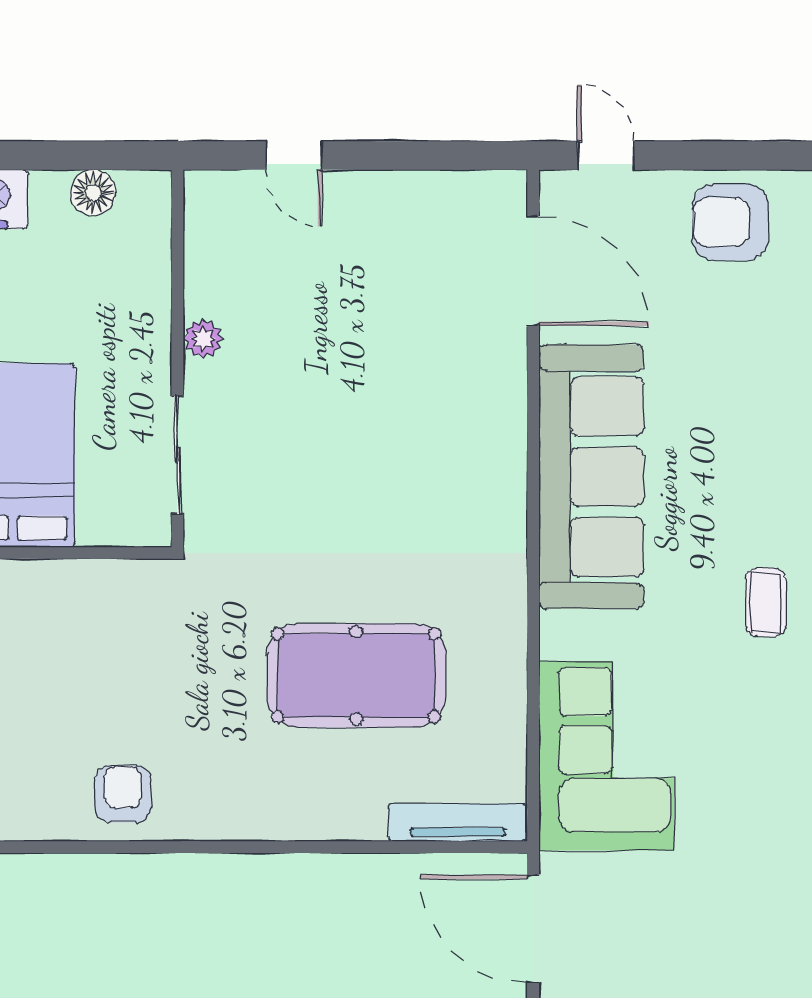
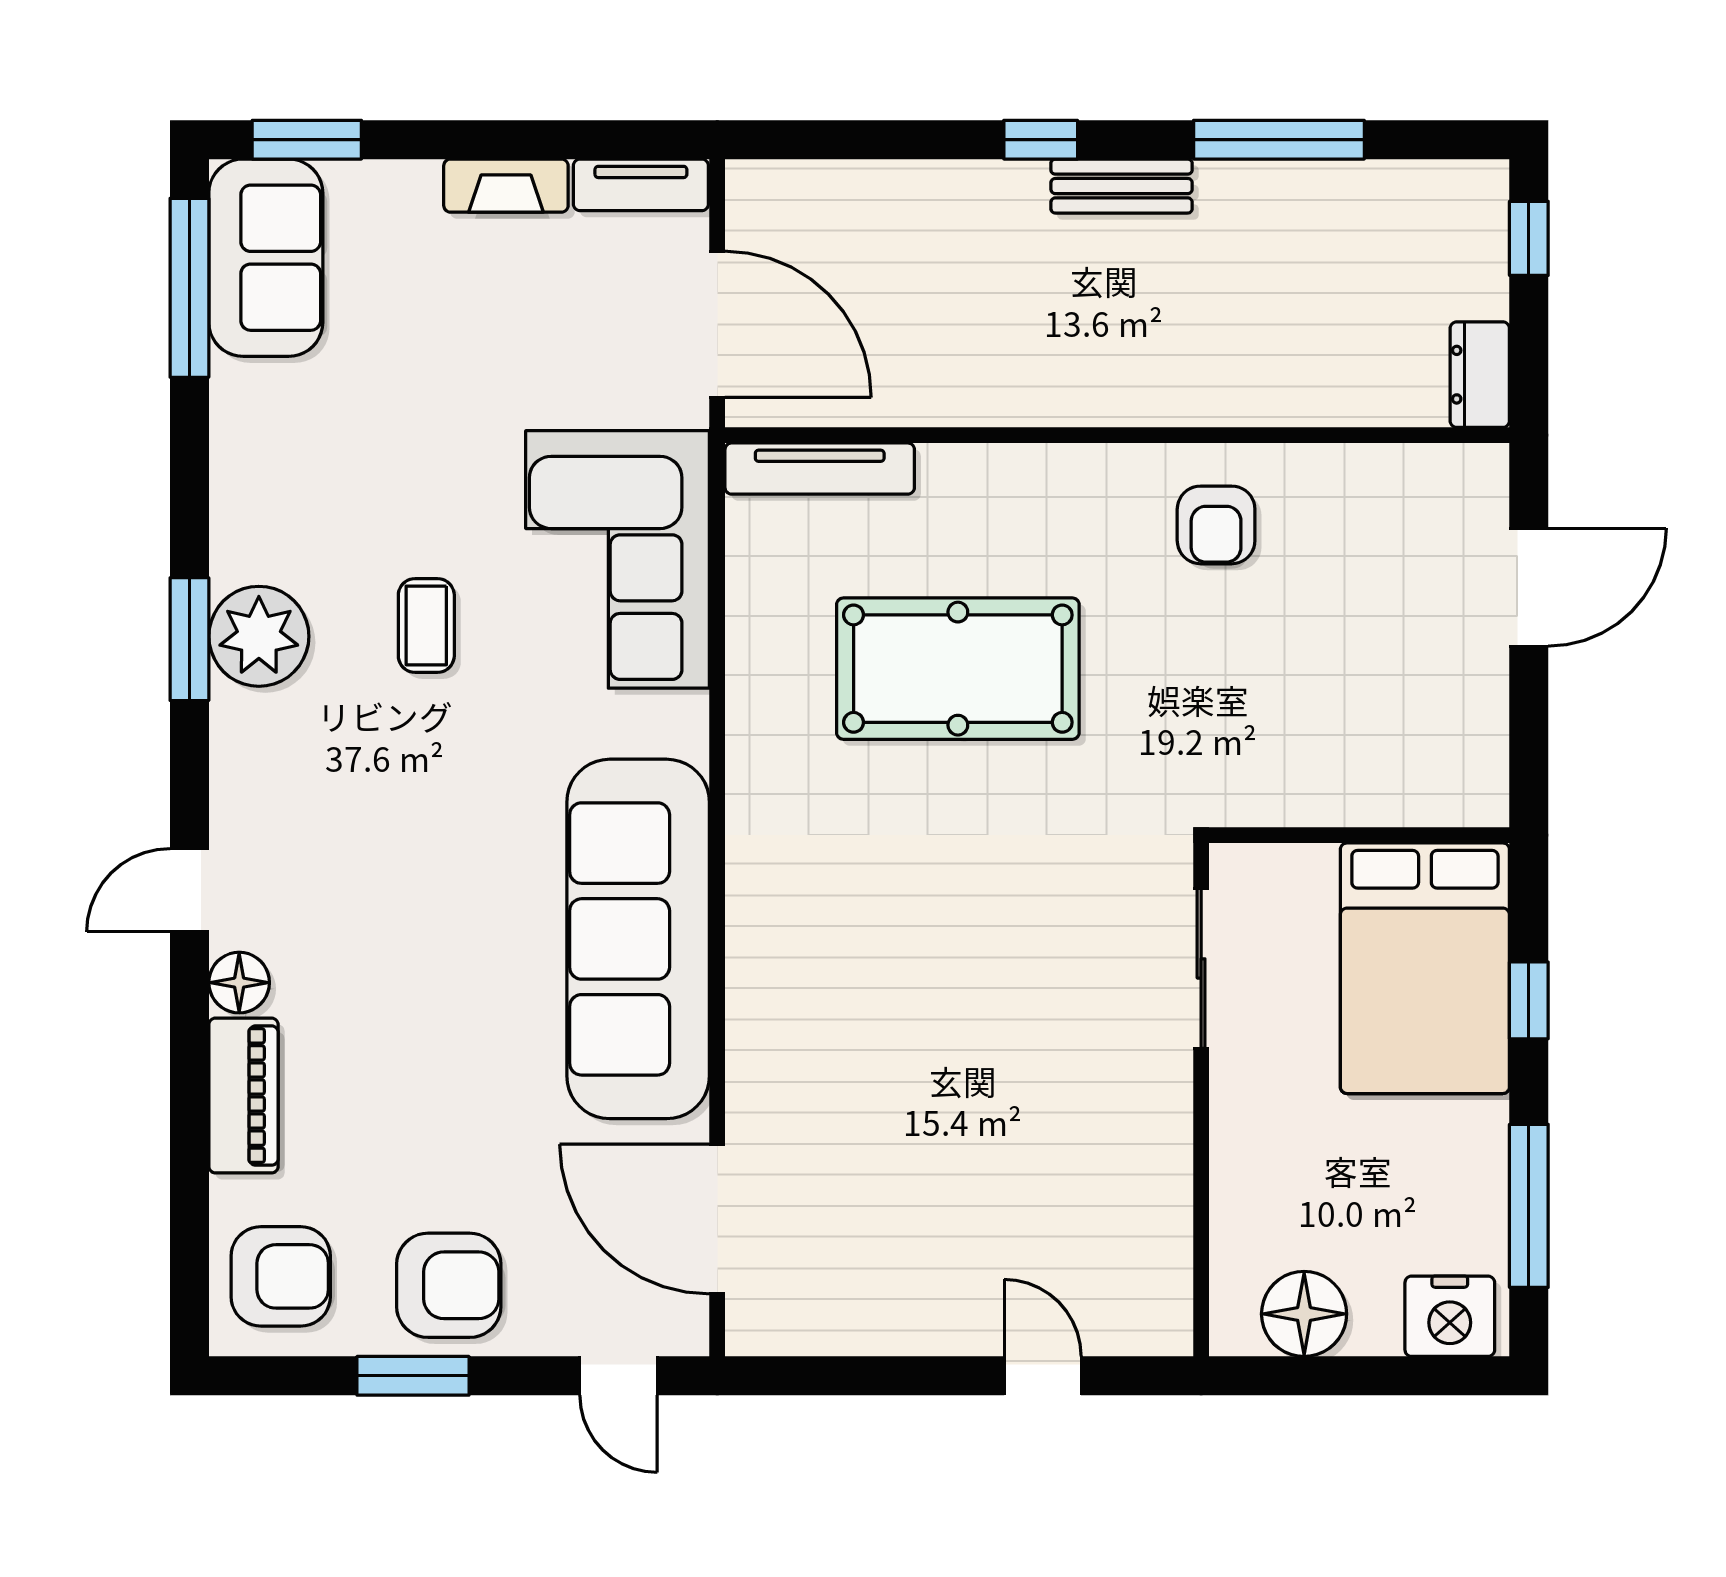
window: (757, 155) -> (413, 1376), added
floor lamp: (93, 192) -> (1304, 1314), width x1.38, depth x1.38
plant: (203, 339) -> (1166, 1127), removed
coffee table: (766, 602) -> (426, 625), moved
armchair: (123, 794) -> (1216, 525), moved

